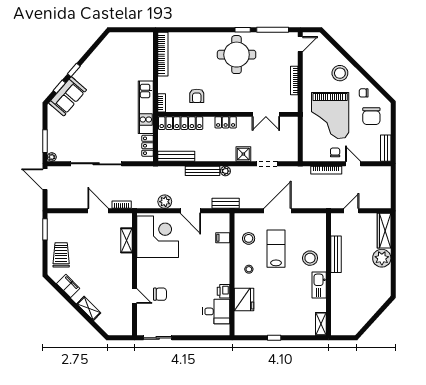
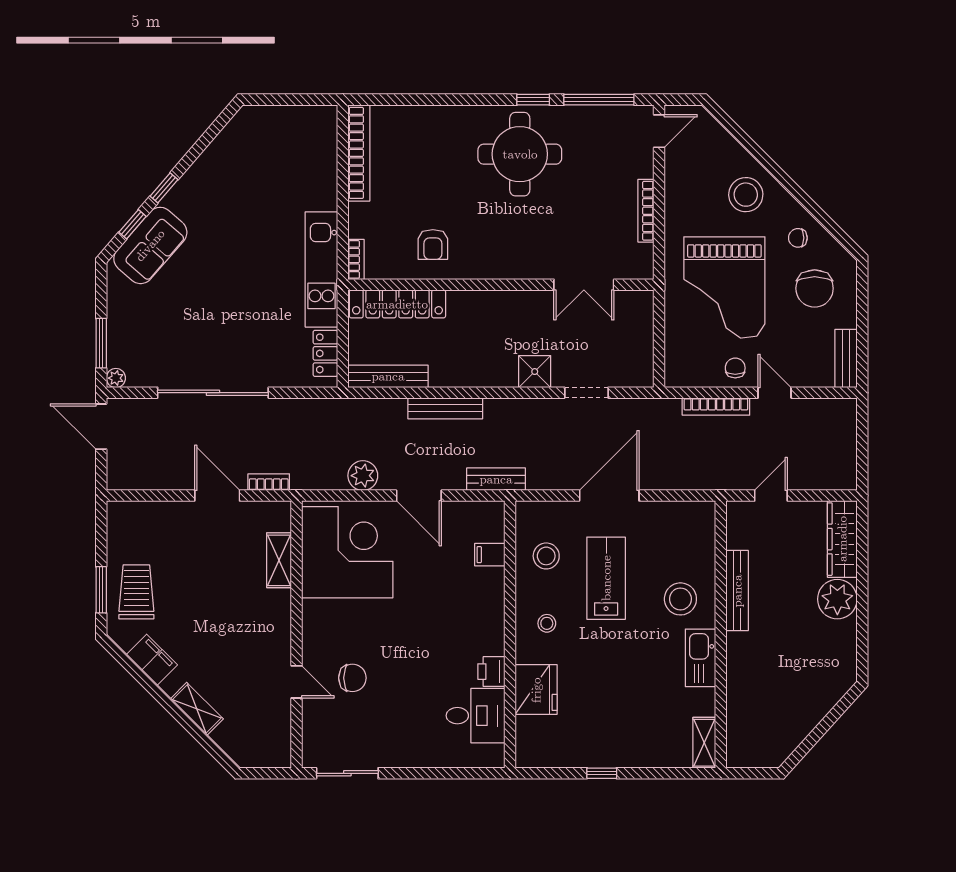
locker: (226, 122) -> (496, 302), removed
plant: (225, 171) -> (495, 409), removed
window: (45, 229) -> (101, 590), moved

